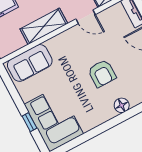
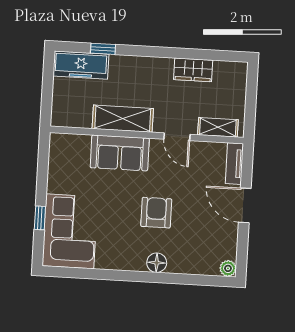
sofa: (30, 63) -> (120, 153), moved
armchair: (102, 73) -> (156, 213), turned 180

